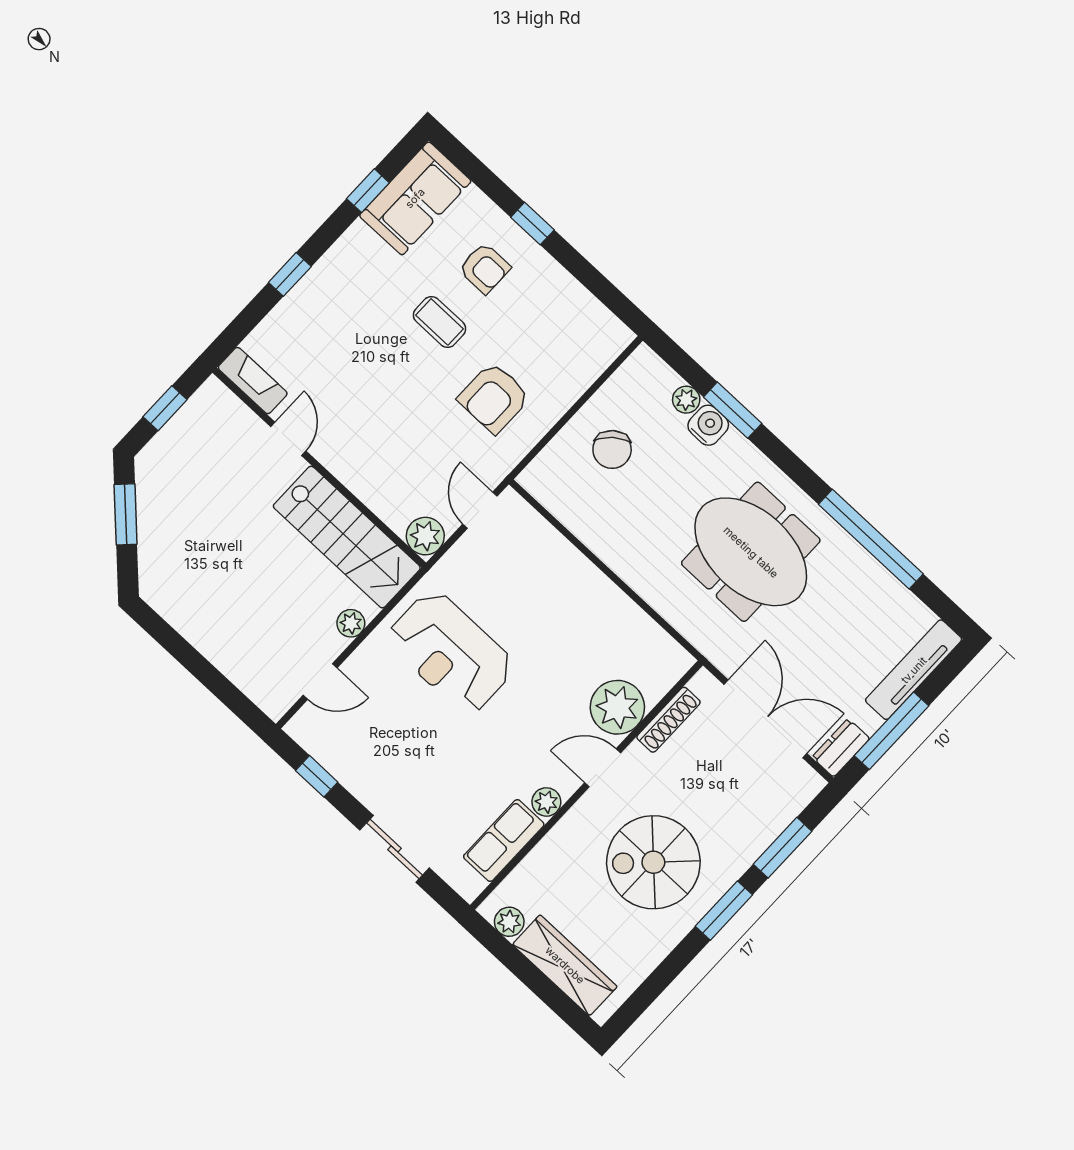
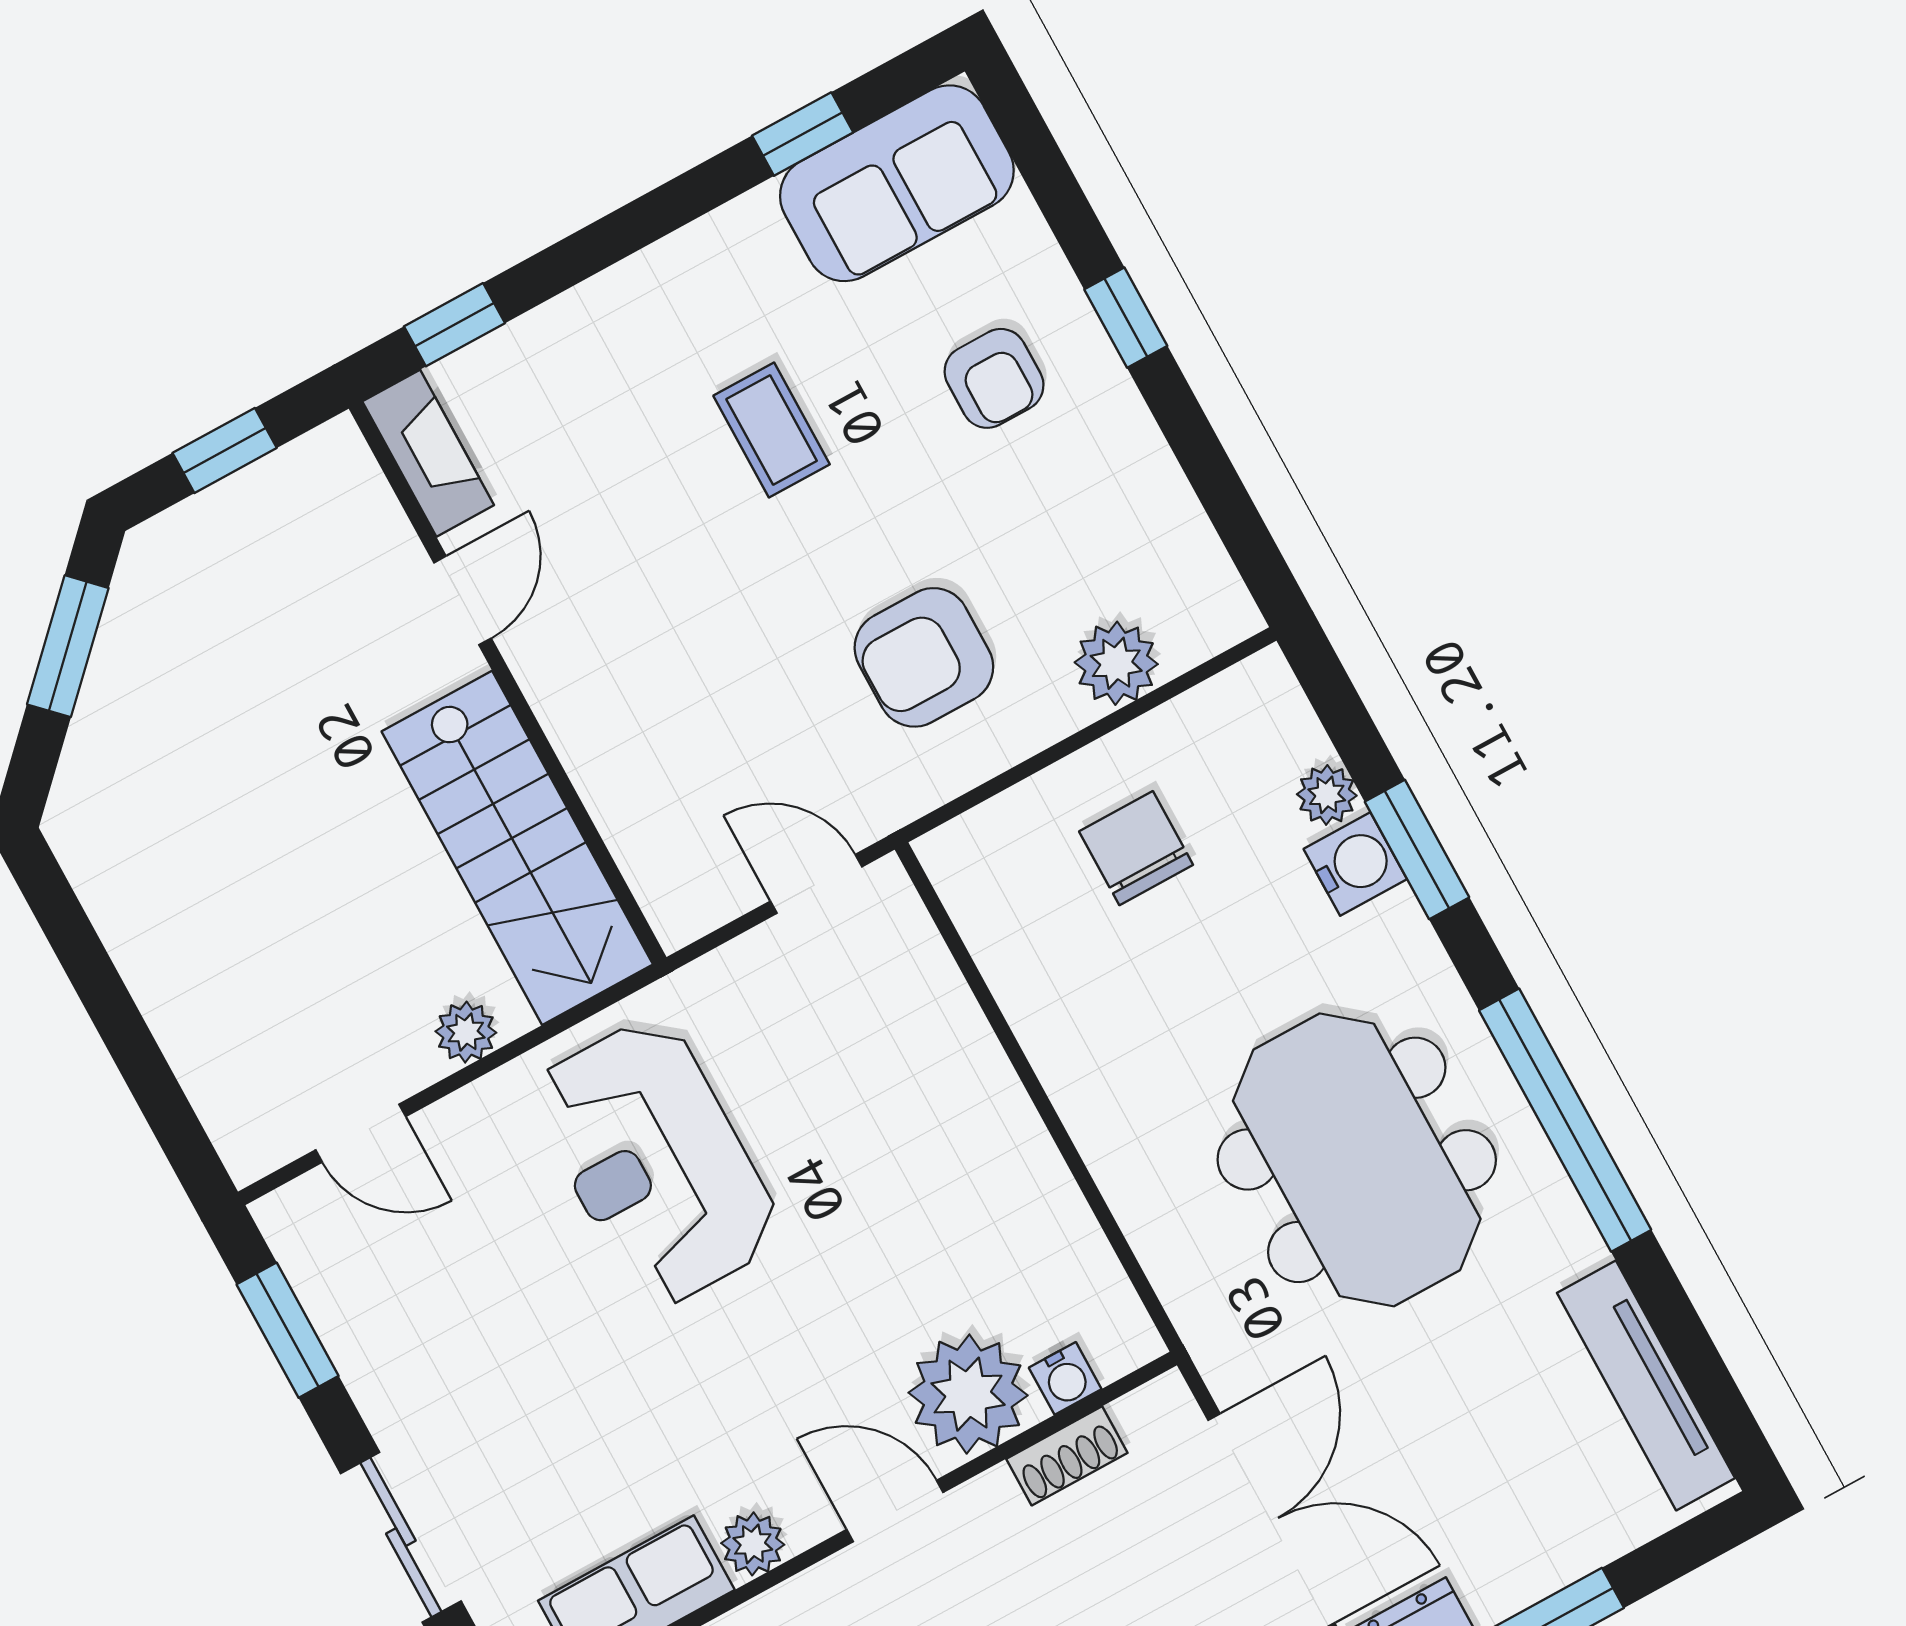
window: (290, 274) -> (454, 325), moved
coffee table: (440, 322) -> (772, 430), moved
chair: (612, 449) -> (1136, 848), turned 130
door: (480, 510) -> (816, 884), hinge flipped
plant: (425, 536) -> (1116, 663), moved
window: (871, 539) -> (1565, 1120), moved
tv unit: (914, 670) -> (1646, 1385), moved, turned -90
water cooler: (657, 687) -> (1065, 1378), added
shoe rack: (668, 720) -> (1067, 1456), width x0.70
window: (317, 776) -> (288, 1330), width x1.50

